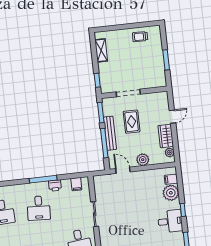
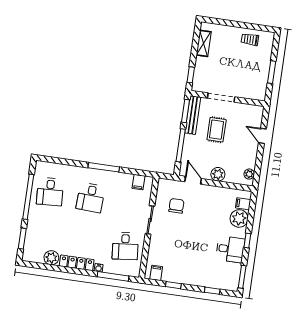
door: (172, 117) -> (262, 136), swing flipped
bench: (110, 133) -> (193, 115), moved
wardrobe: (166, 136) -> (250, 155), removed
printer: (55, 186) -> (115, 178), removed
chair: (114, 196) -> (176, 206), added

